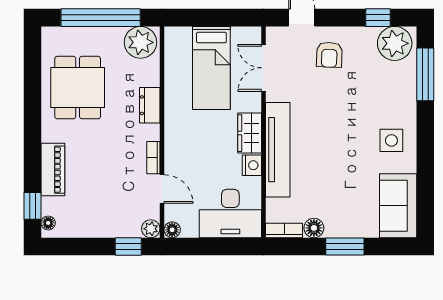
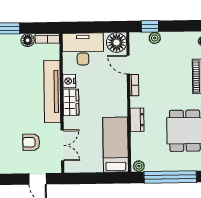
plant: (140, 42) -> (139, 166), width x0.53, depth x0.53
armchair: (329, 55) -> (31, 142), moved, turned -92
bed: (211, 68) -> (116, 145), moved
plant: (151, 229) -> (155, 38), moved
floor lamp: (172, 230) -> (116, 42), width x1.89, depth x1.89

